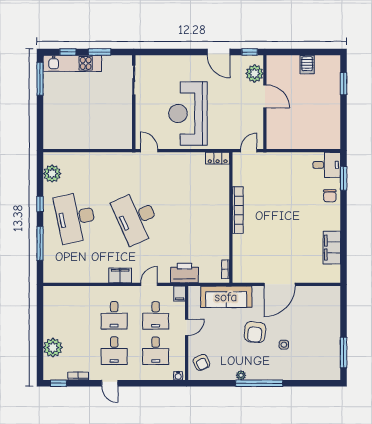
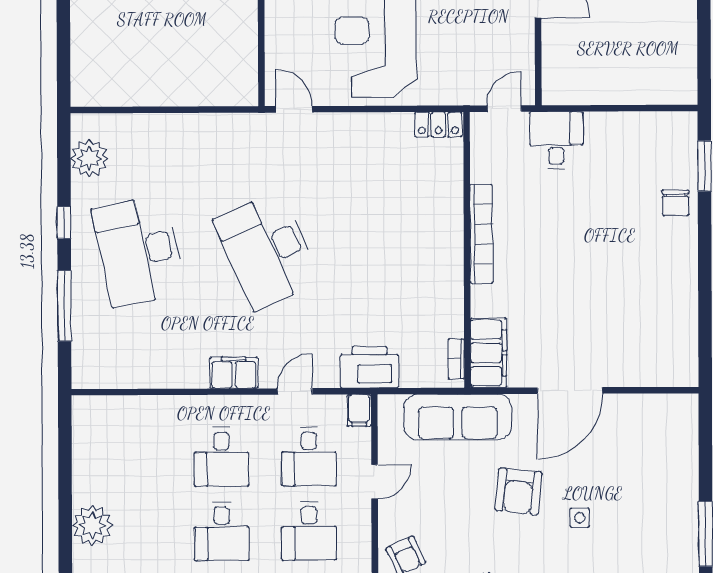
desk: (327, 165) -> (556, 140), moved, turned -90
filing cabinet: (332, 248) -> (489, 353), moved, turned 180

